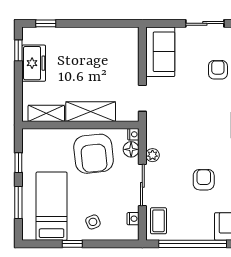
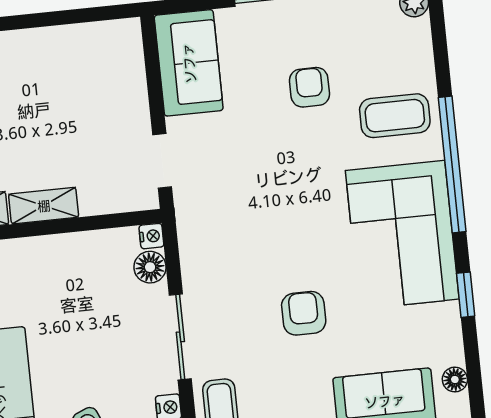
shelving: (91, 112) -> (44, 206), width x0.67, depth x0.75
armchair: (94, 154) -> (75, 284), removed
plant: (153, 155) -> (195, 274), removed

